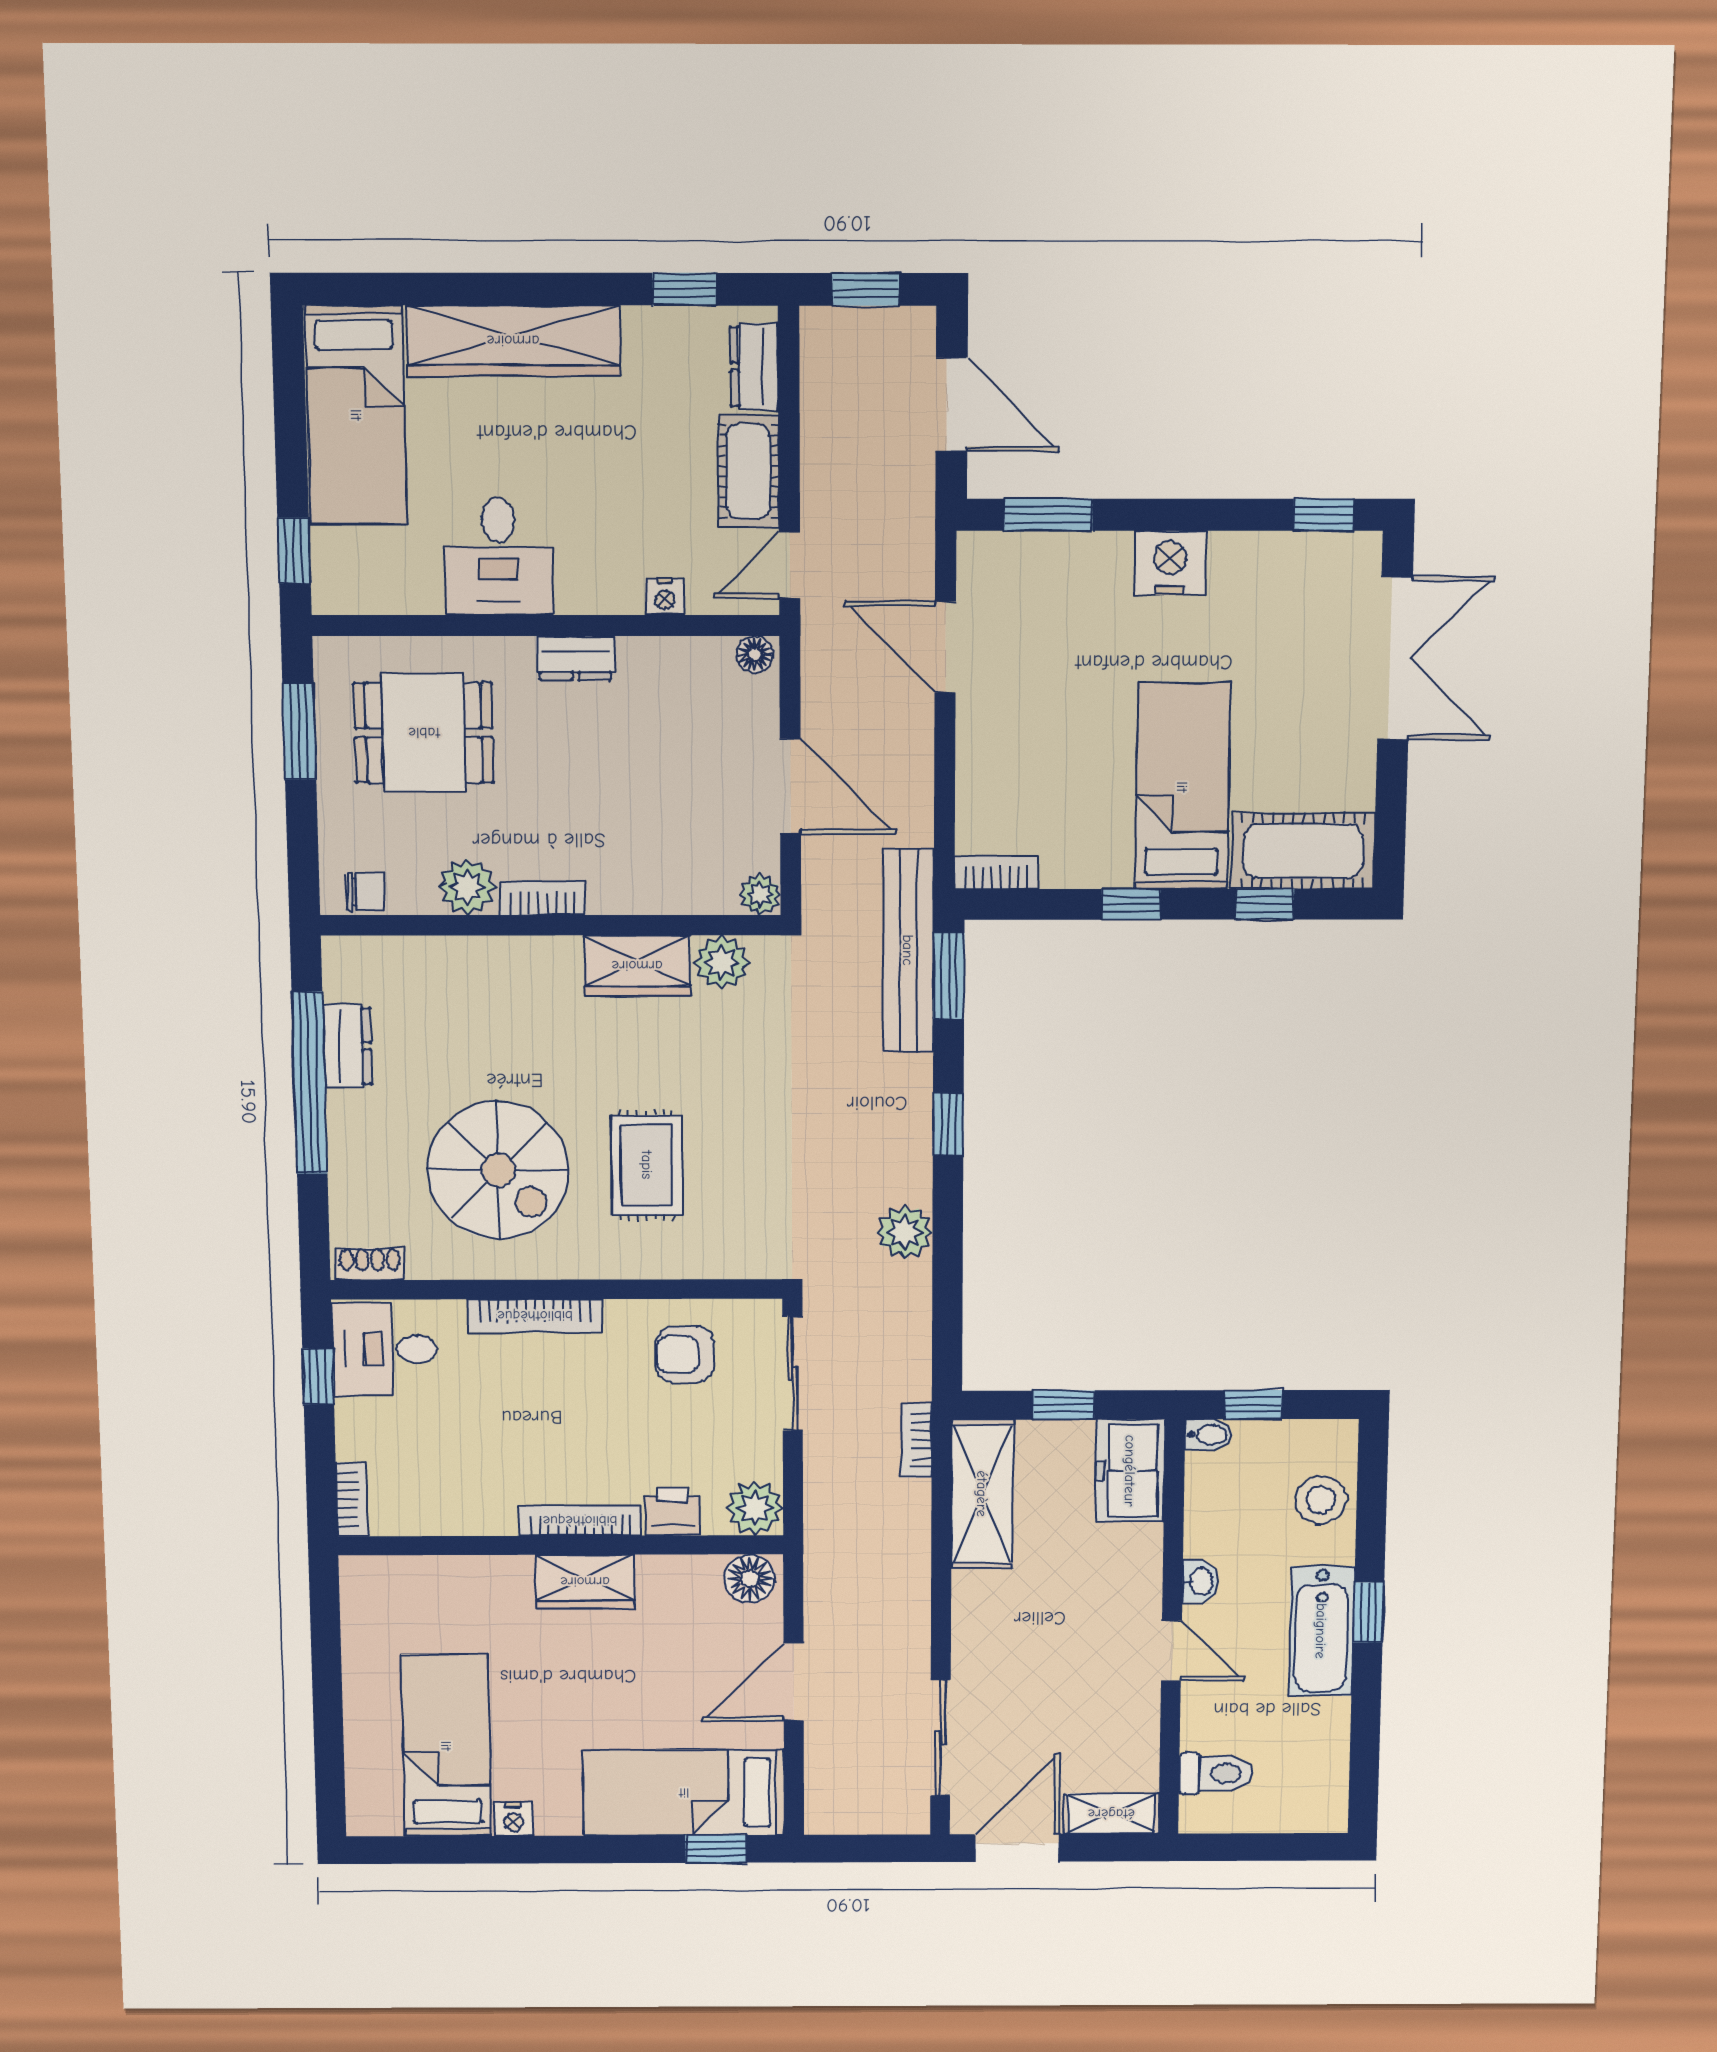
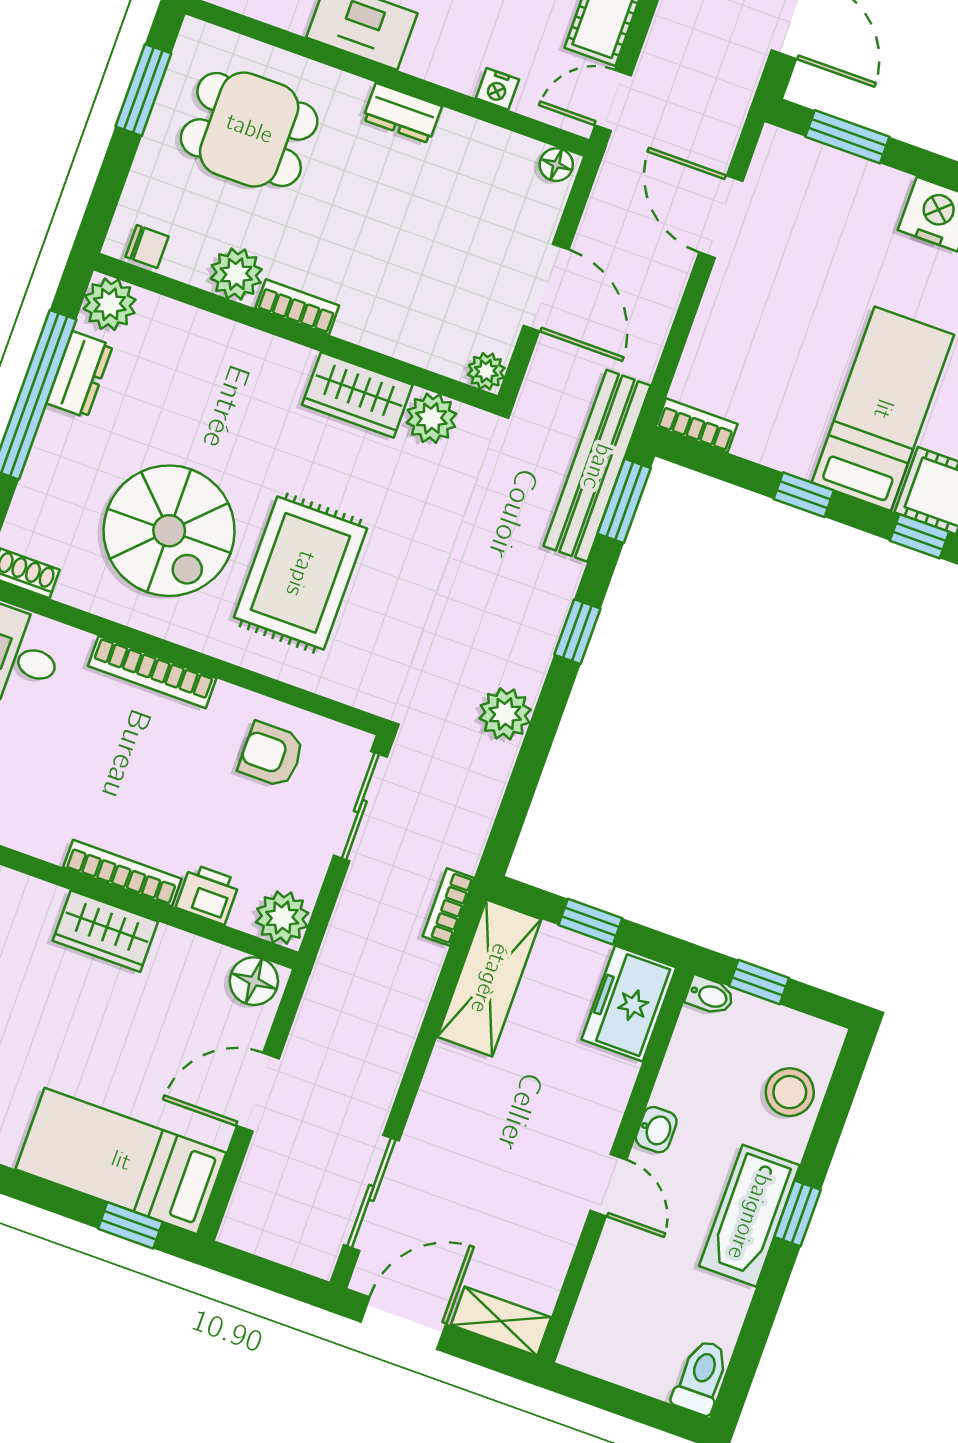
plant: (350, 964) -> (110, 304), added
rug: (647, 1165) -> (300, 573), width x1.36, depth x1.43
toilet: (1216, 1773) -> (701, 1377), moved, turned -90

